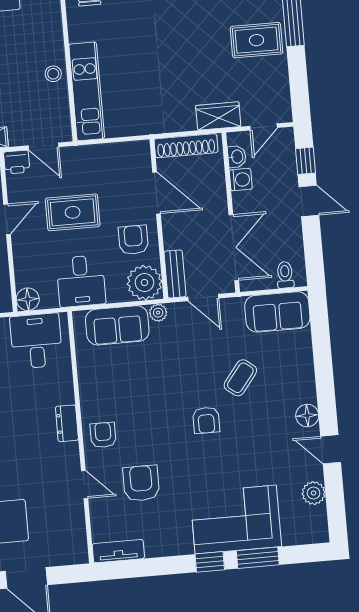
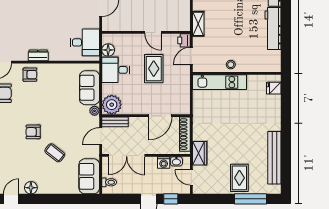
armchair: (133, 240) -> (136, 101), removed
floor lamp: (28, 299) -> (108, 50), moved

